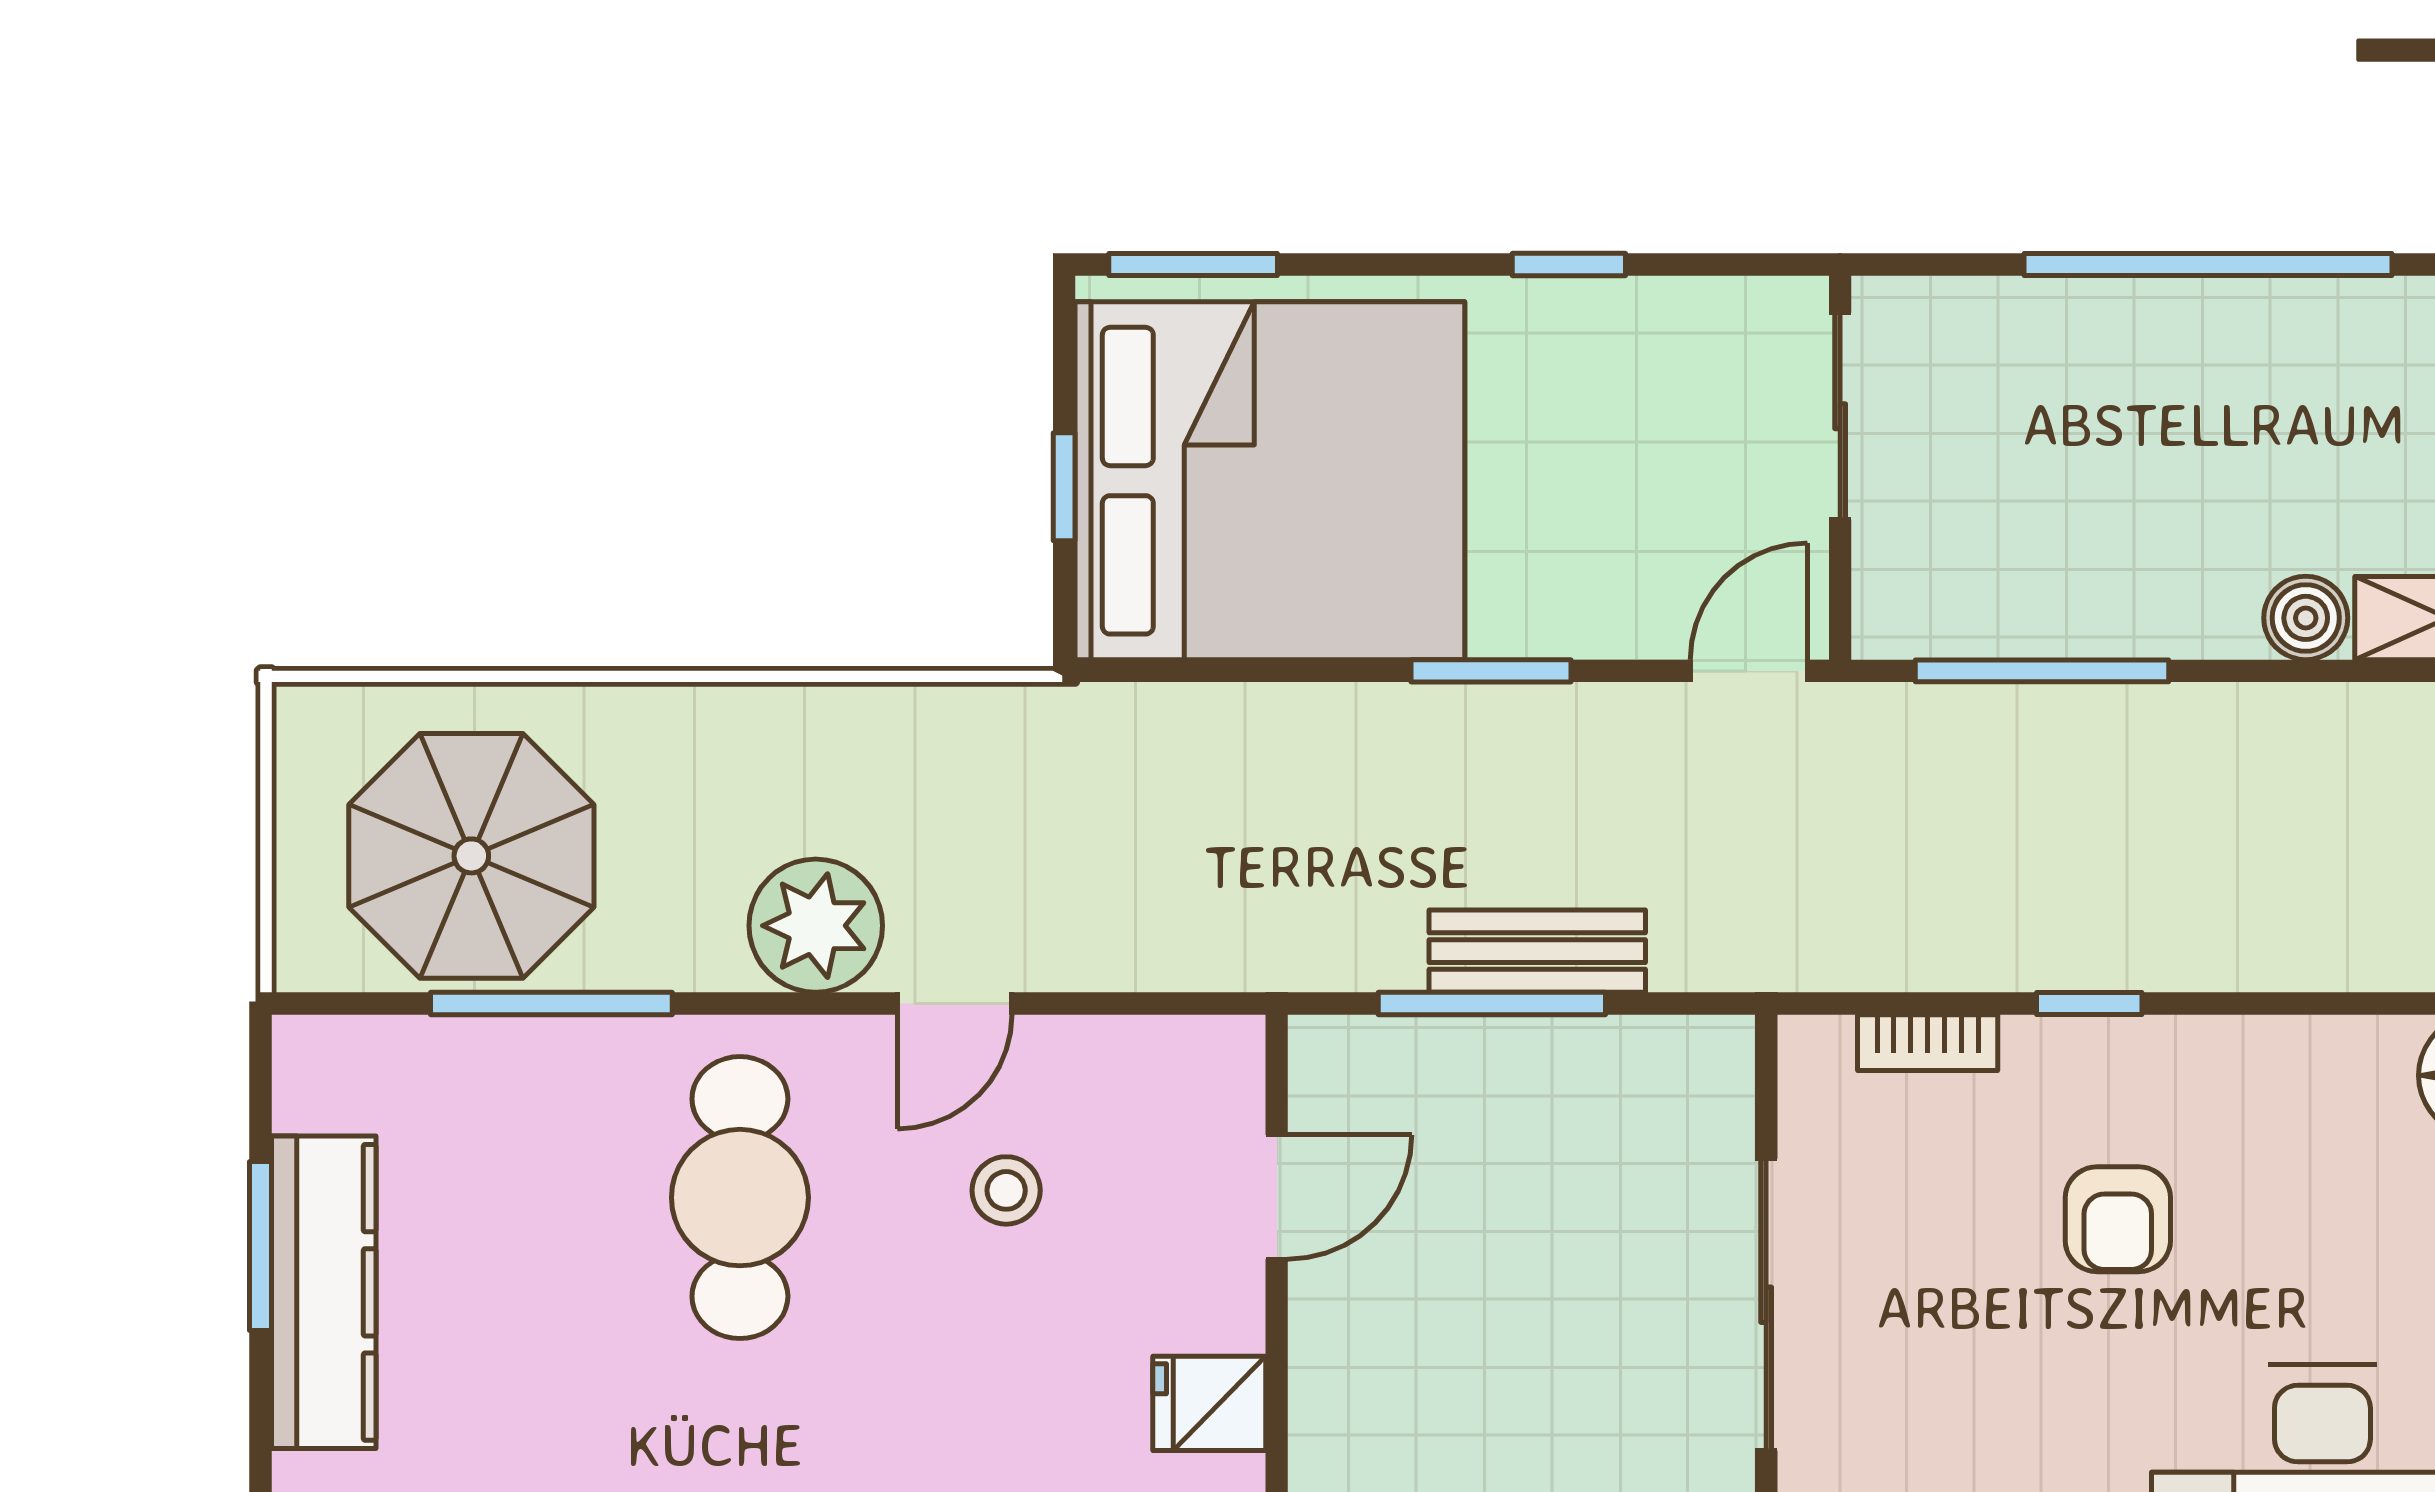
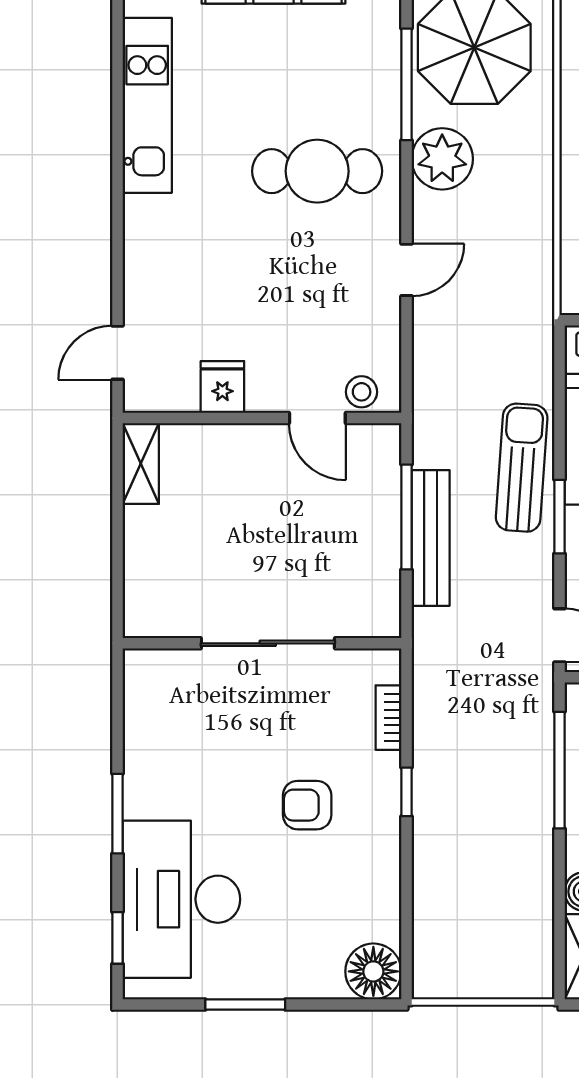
sun lounger: (1384, 753) -> (522, 468), added
plant: (816, 926) -> (442, 159), moved
bench: (1537, 951) -> (431, 538), width x1.36
door: (955, 1003) -> (406, 270), swing flipped
stool: (1006, 1190) -> (362, 392), moved

